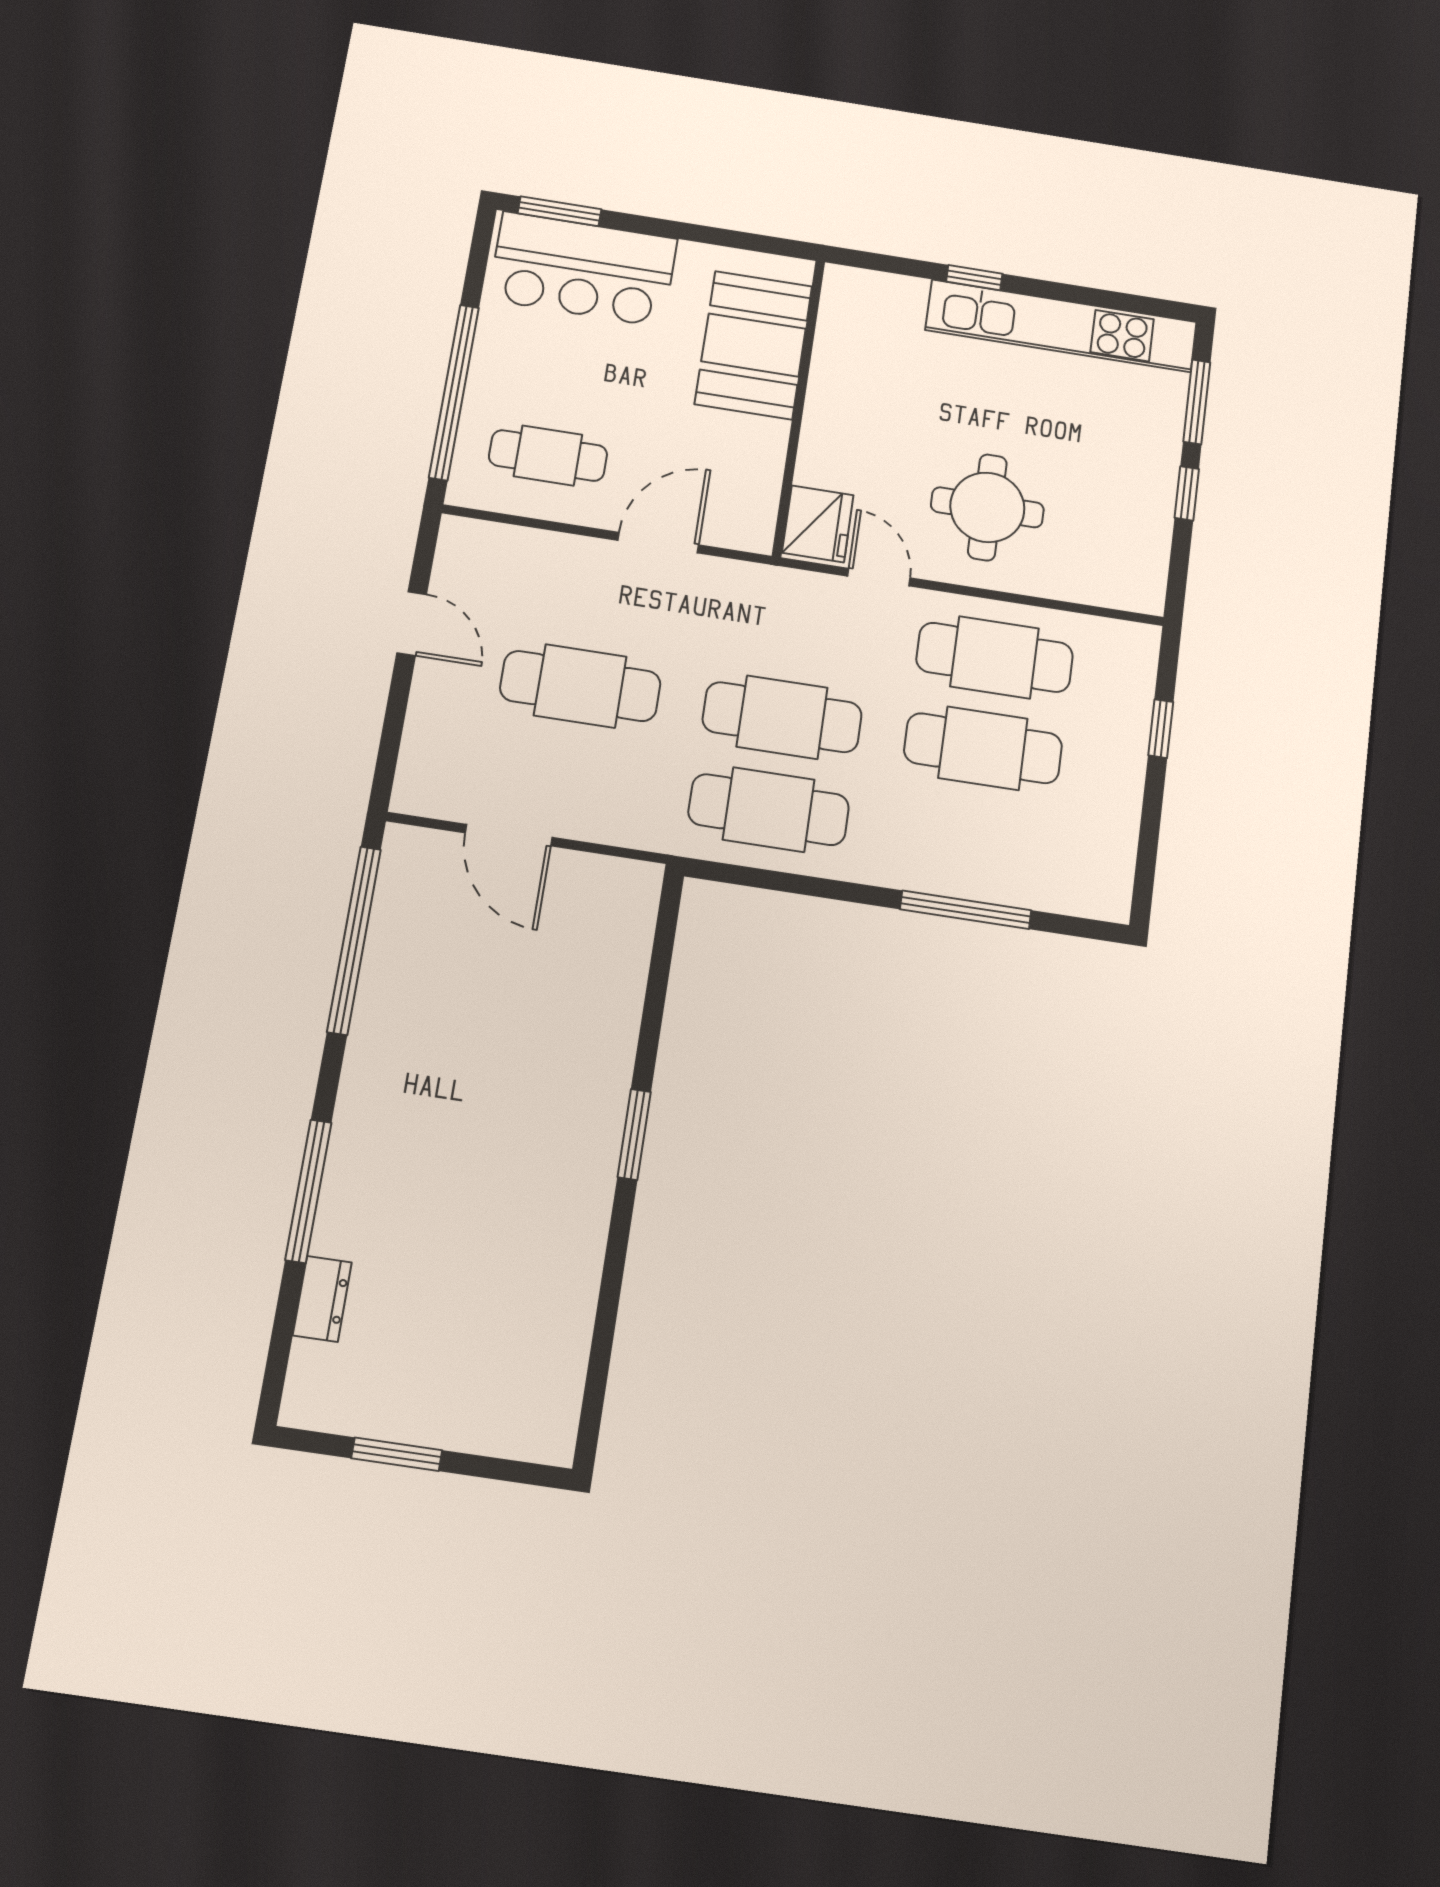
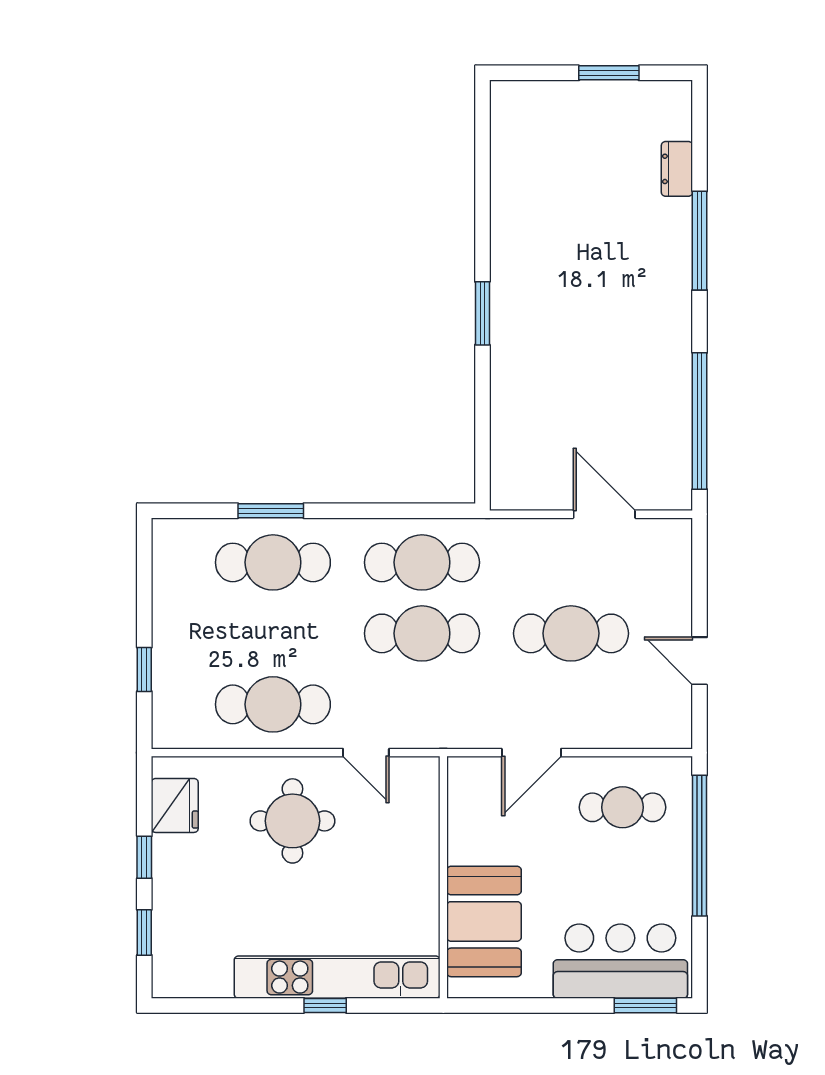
kitchen unit: (1061, 326) -> (337, 977), moved
window: (1197, 402) -> (144, 932), width x0.67
fridge: (818, 524) -> (175, 805), moved, turned 180
cafe table: (983, 748) -> (273, 562), moved
window: (966, 910) -> (271, 511), width x0.69

